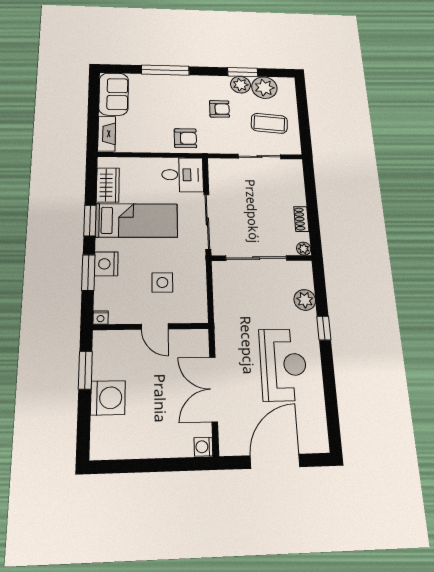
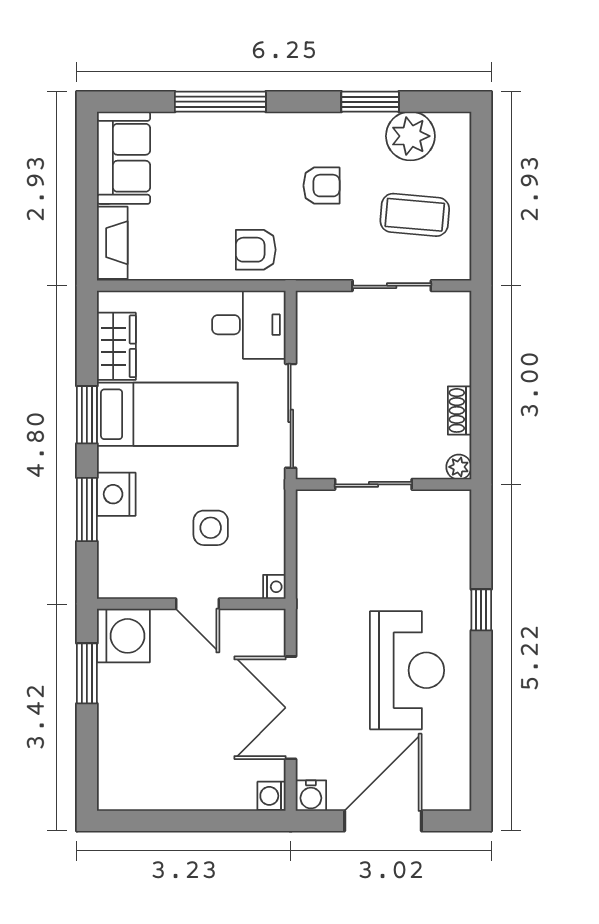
plant: (241, 85) -> (364, 131), removed
armchair: (185, 138) -> (256, 250), turned 180
sliding door: (256, 258) -> (373, 484), width x0.73
plant: (305, 300) -> (453, 560), removed
nightstand: (101, 318) -> (274, 587), moved, turned -90
washing machine: (108, 398) -> (123, 636), moved
water cooler: (228, 446) -> (311, 796), added

